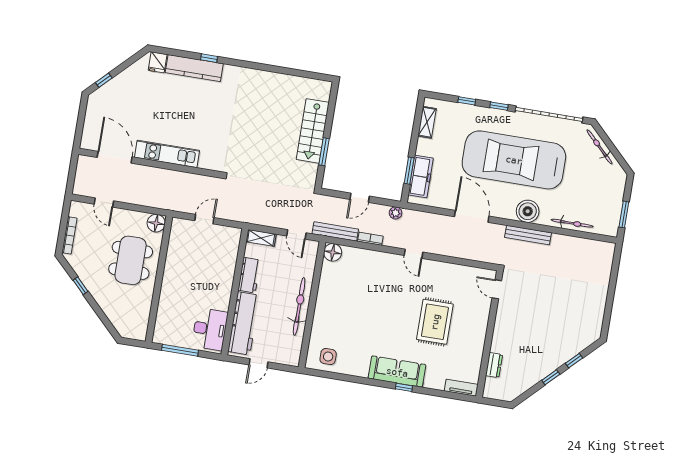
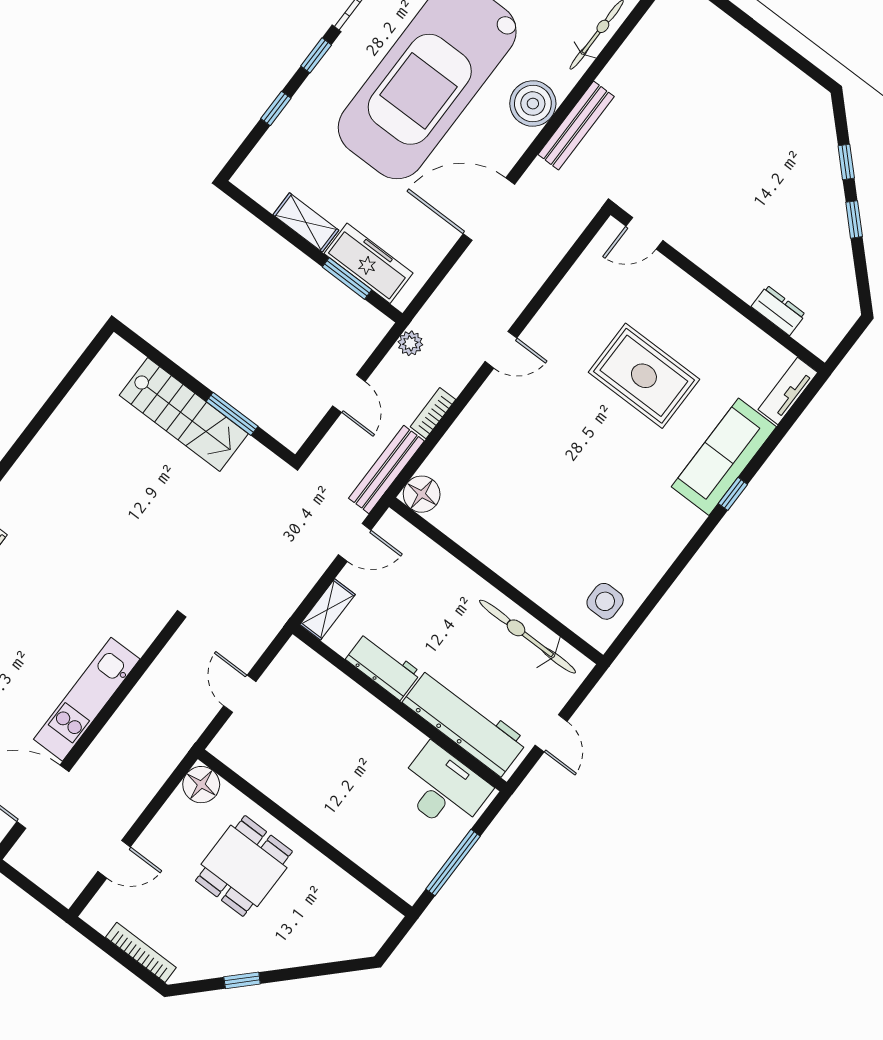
shelving: (427, 122) -> (306, 222), moved
dining table: (131, 260) -> (244, 866), width x0.73
bicycle: (299, 306) -> (527, 637), moved
sofa: (397, 372) -> (724, 457), moved

